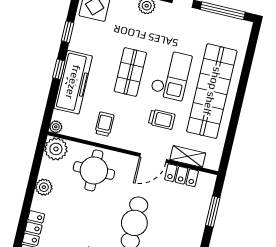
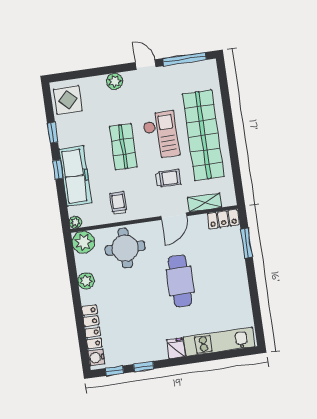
locker: (182, 175) -> (223, 219), moved

